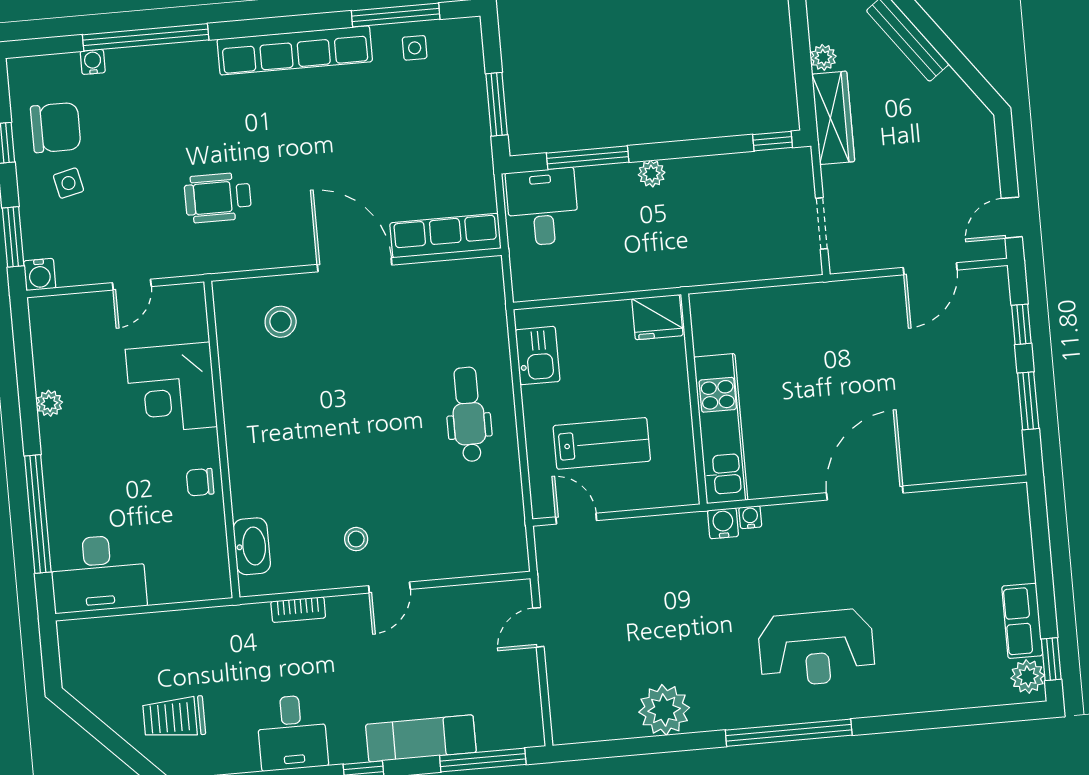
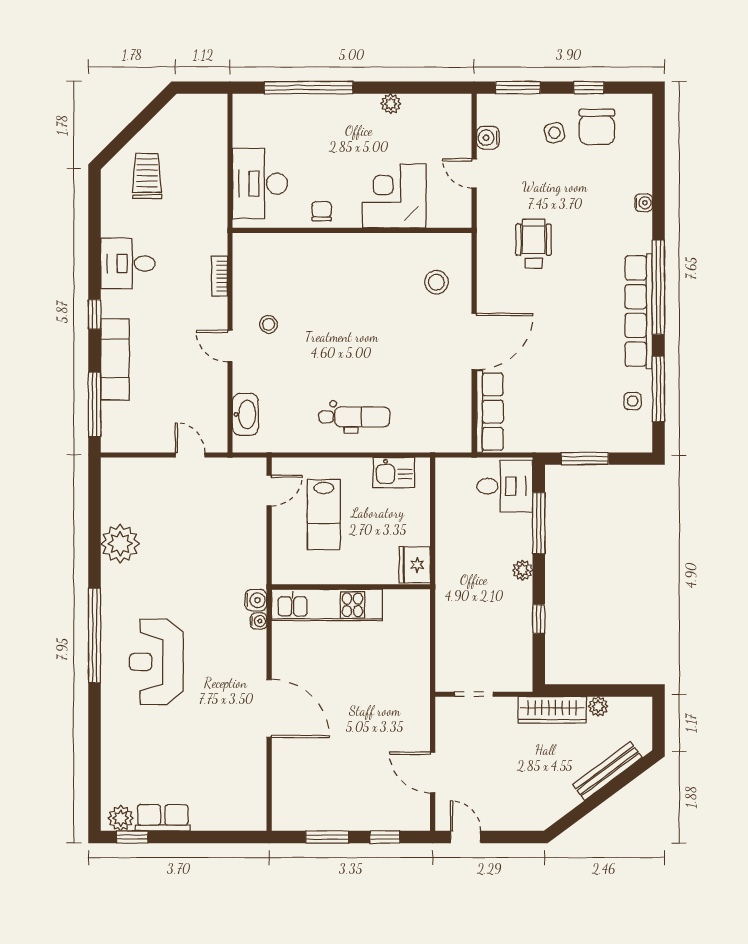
window: (146, 37) -> (658, 287), moved
water cooler: (93, 62) -> (644, 203), moved
window: (773, 141) -> (539, 619), moved
water cooler: (40, 275) -> (488, 138), moved
washbasin: (252, 546) -> (245, 414), moved, turned -90
desk: (98, 573) -> (260, 184), moved

